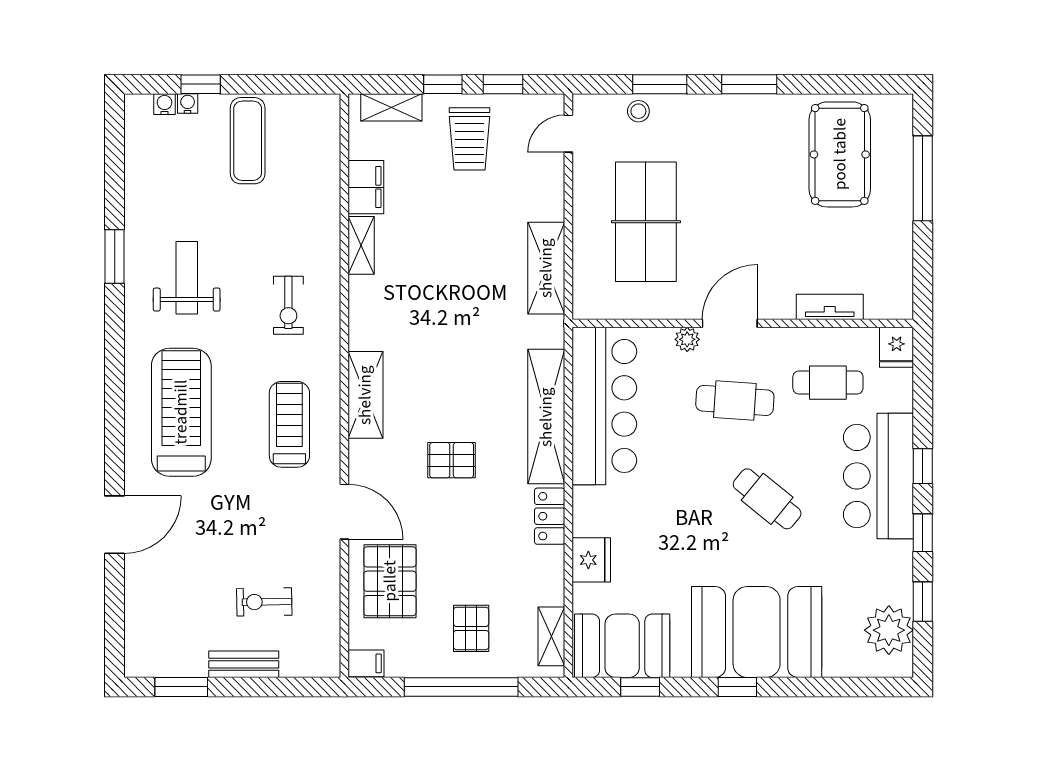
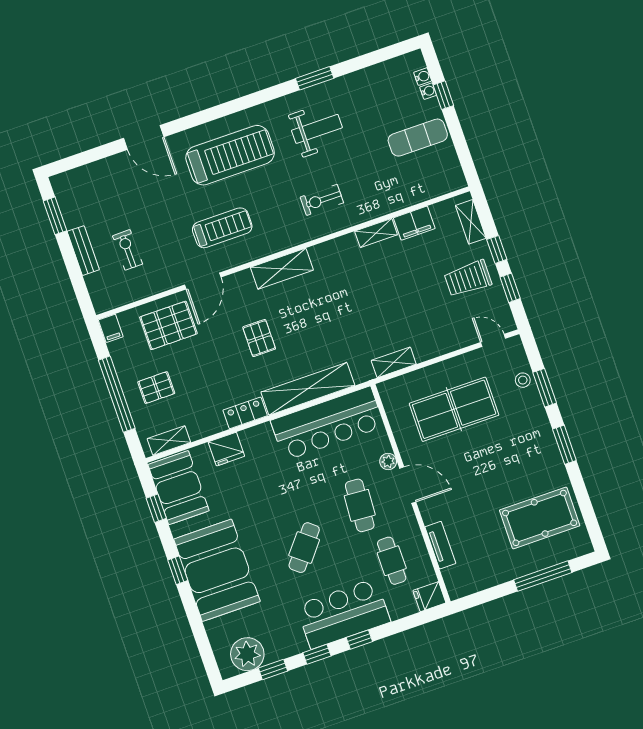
shelving: (546, 268) -> (394, 362), width x0.67, depth x0.75
treadmill: (289, 424) -> (222, 228), moved

